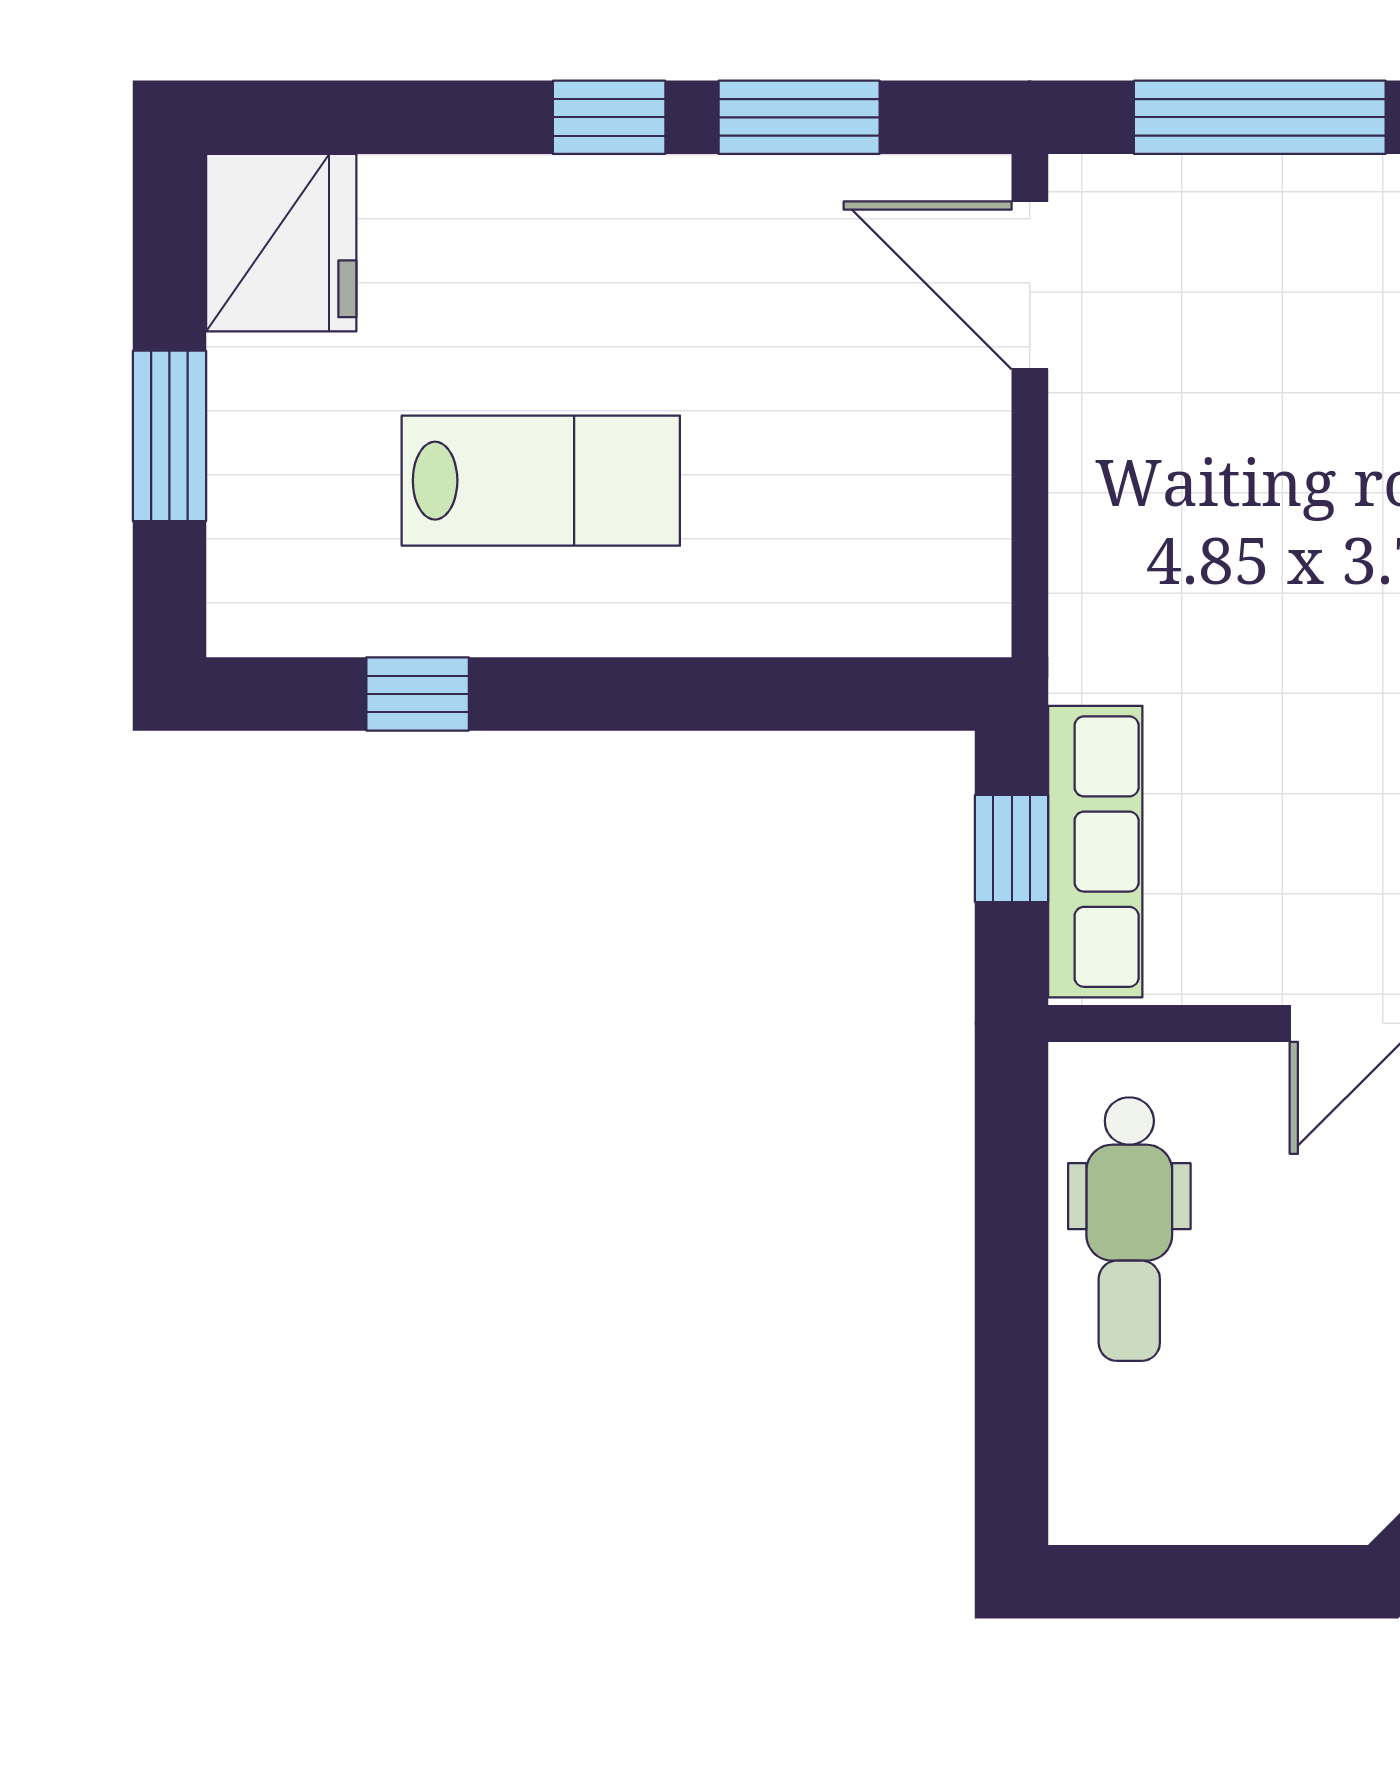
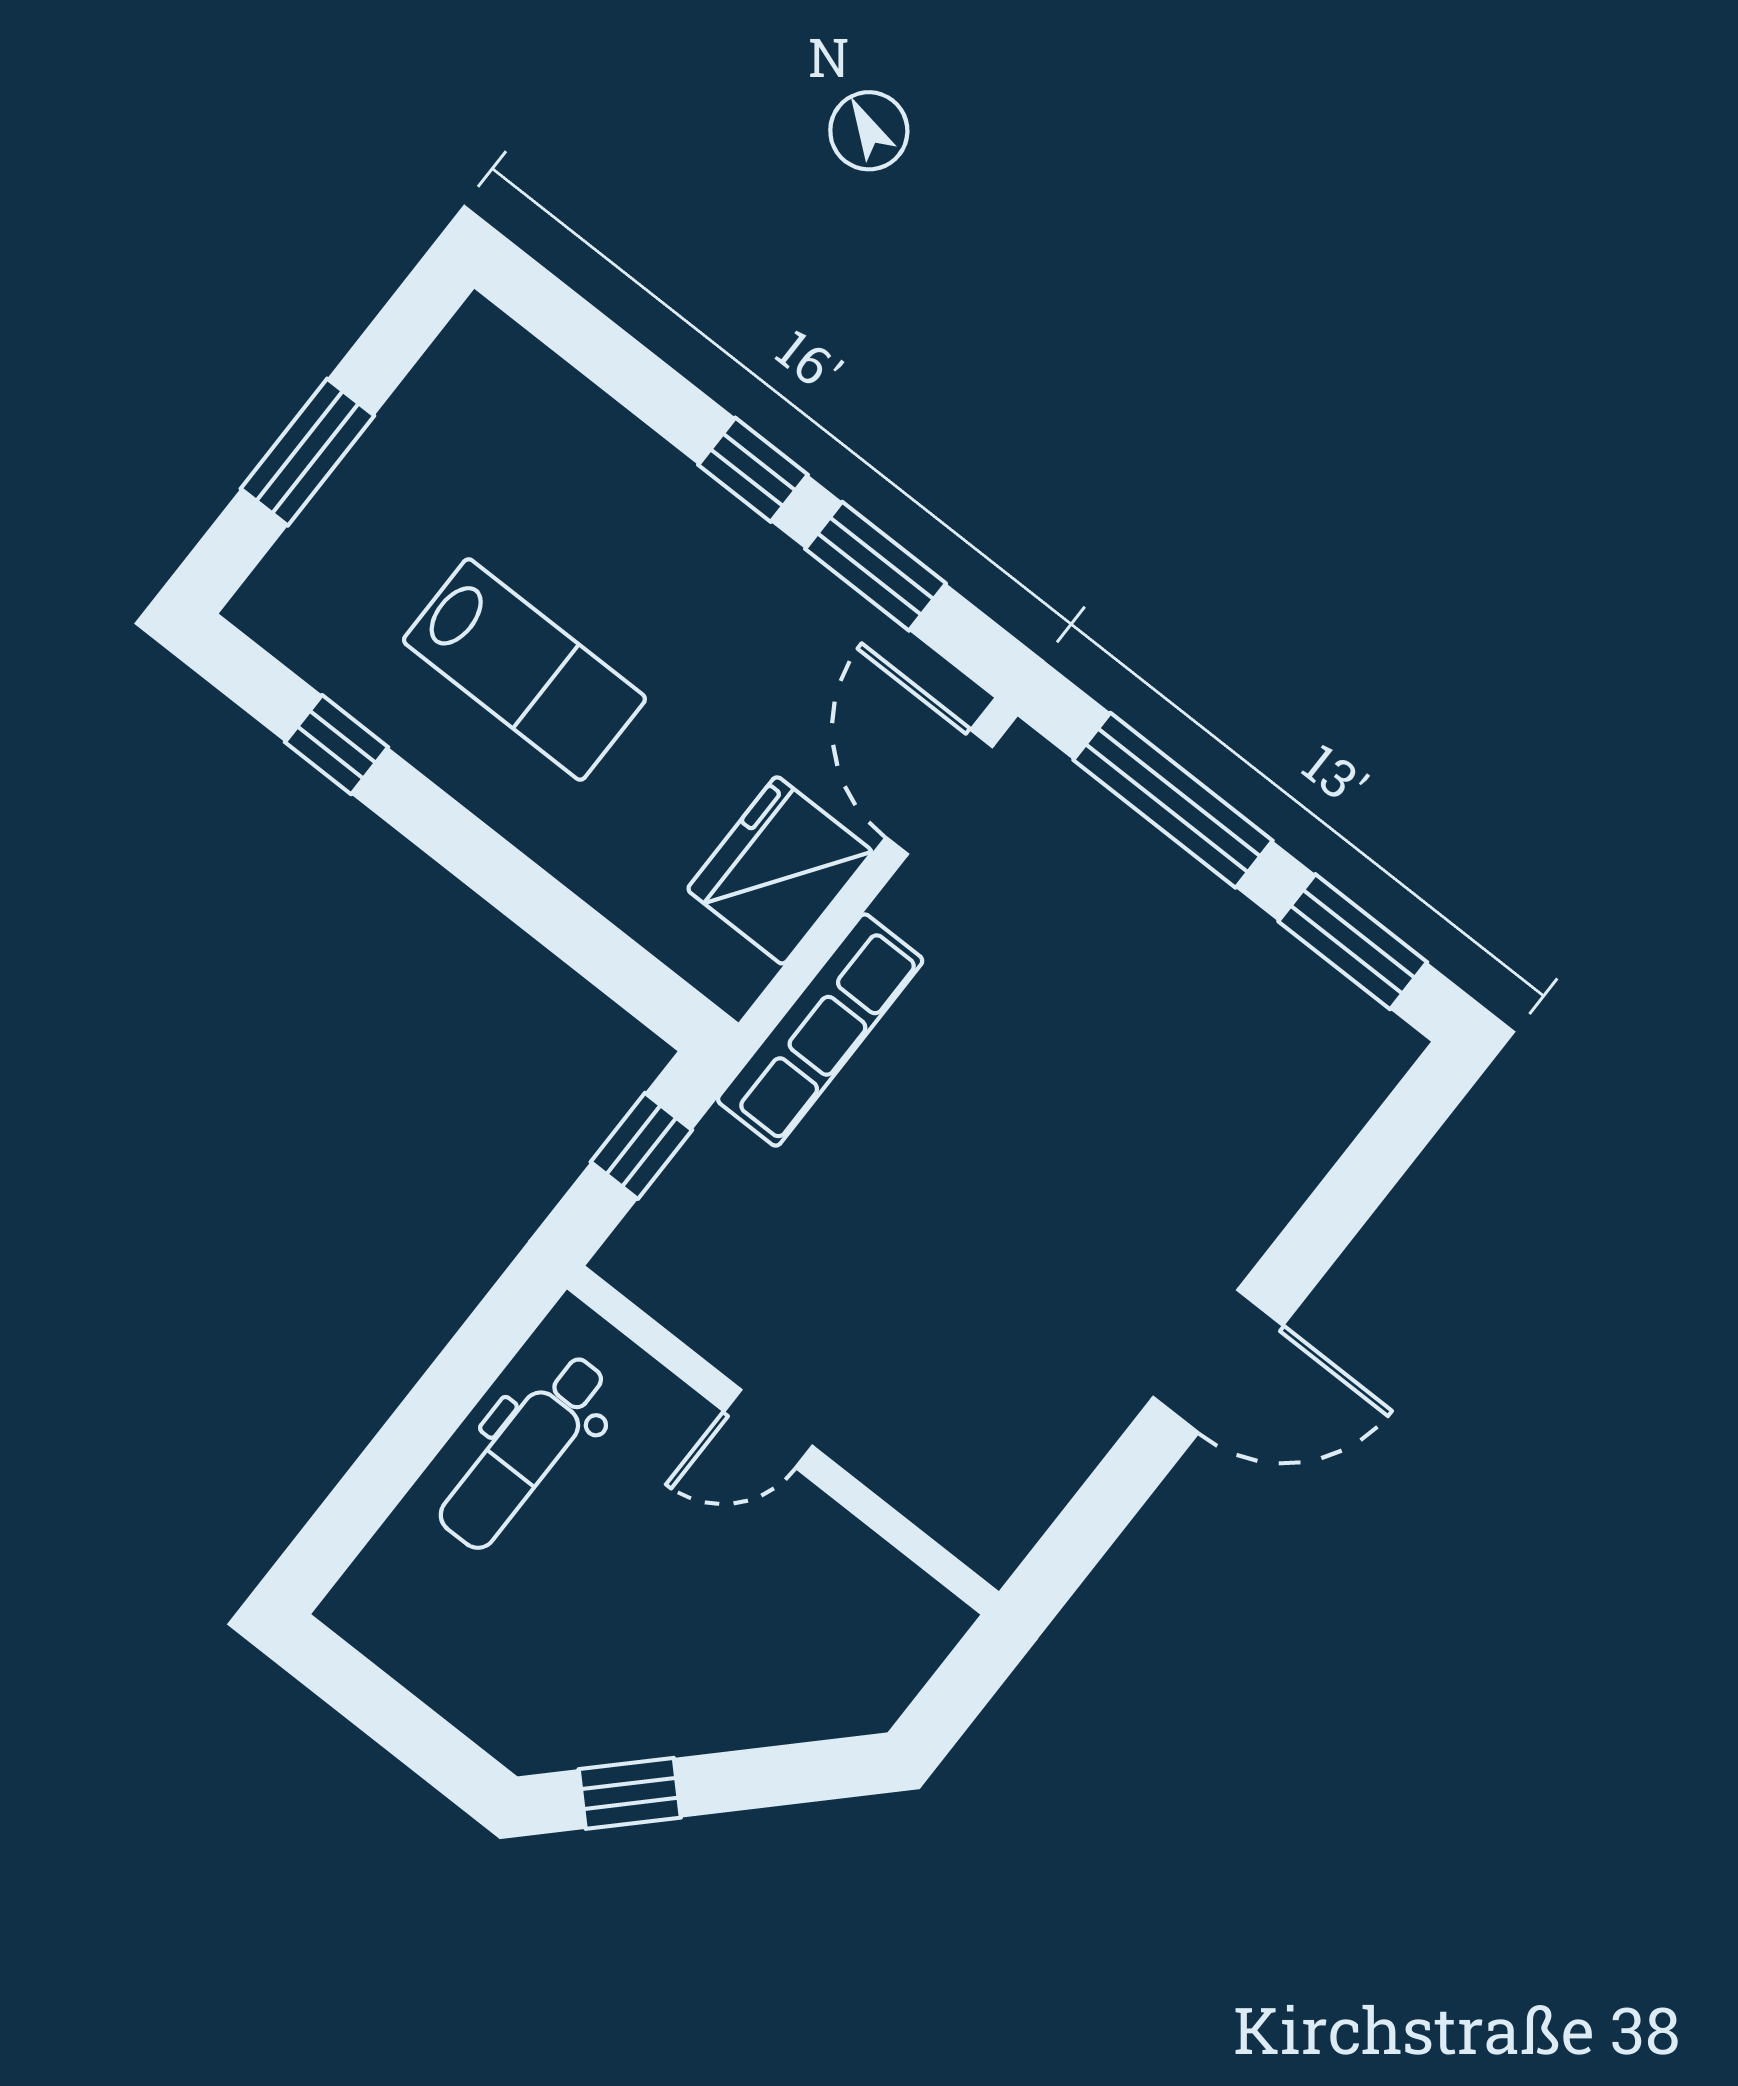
fridge: (281, 243) -> (780, 870), moved, turned 180
row of seats: (1095, 852) -> (820, 1030), moved

